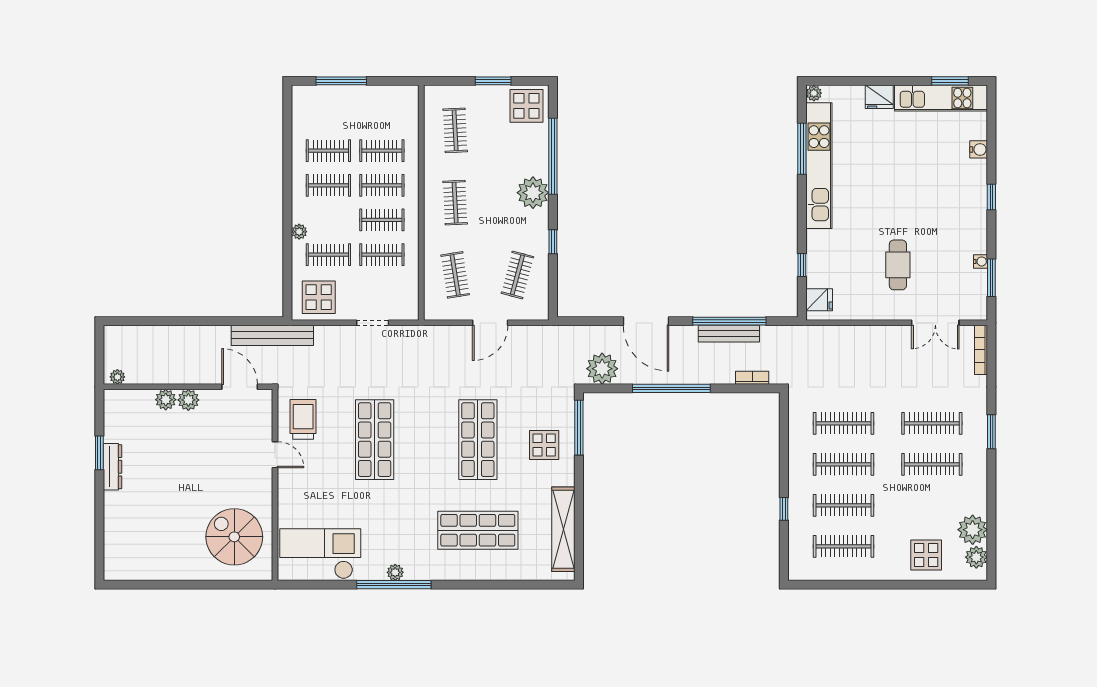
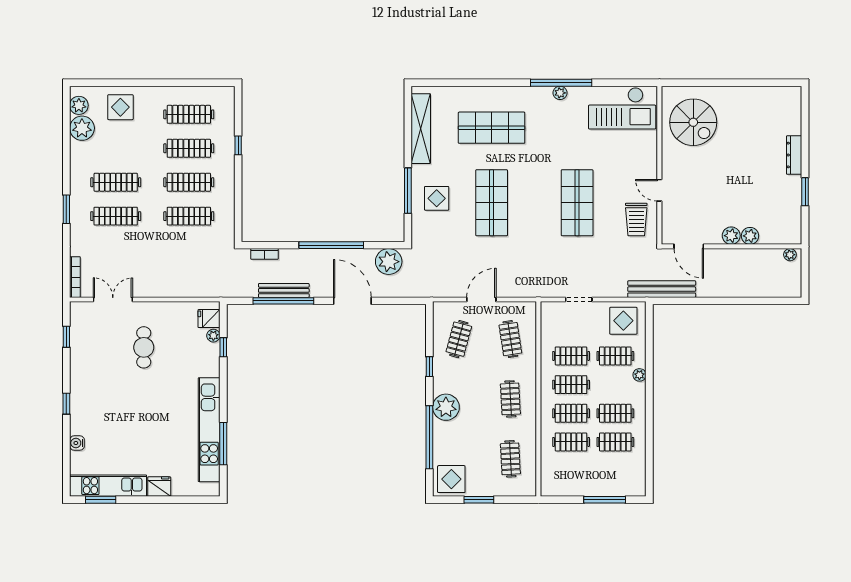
plant: (814, 93) -> (213, 336), moved
water cooler: (981, 261) -> (75, 350), removed
window: (991, 278) -> (66, 337), width x0.67
window: (579, 428) -> (408, 191), moved
dresser: (112, 467) -> (794, 155), moved

